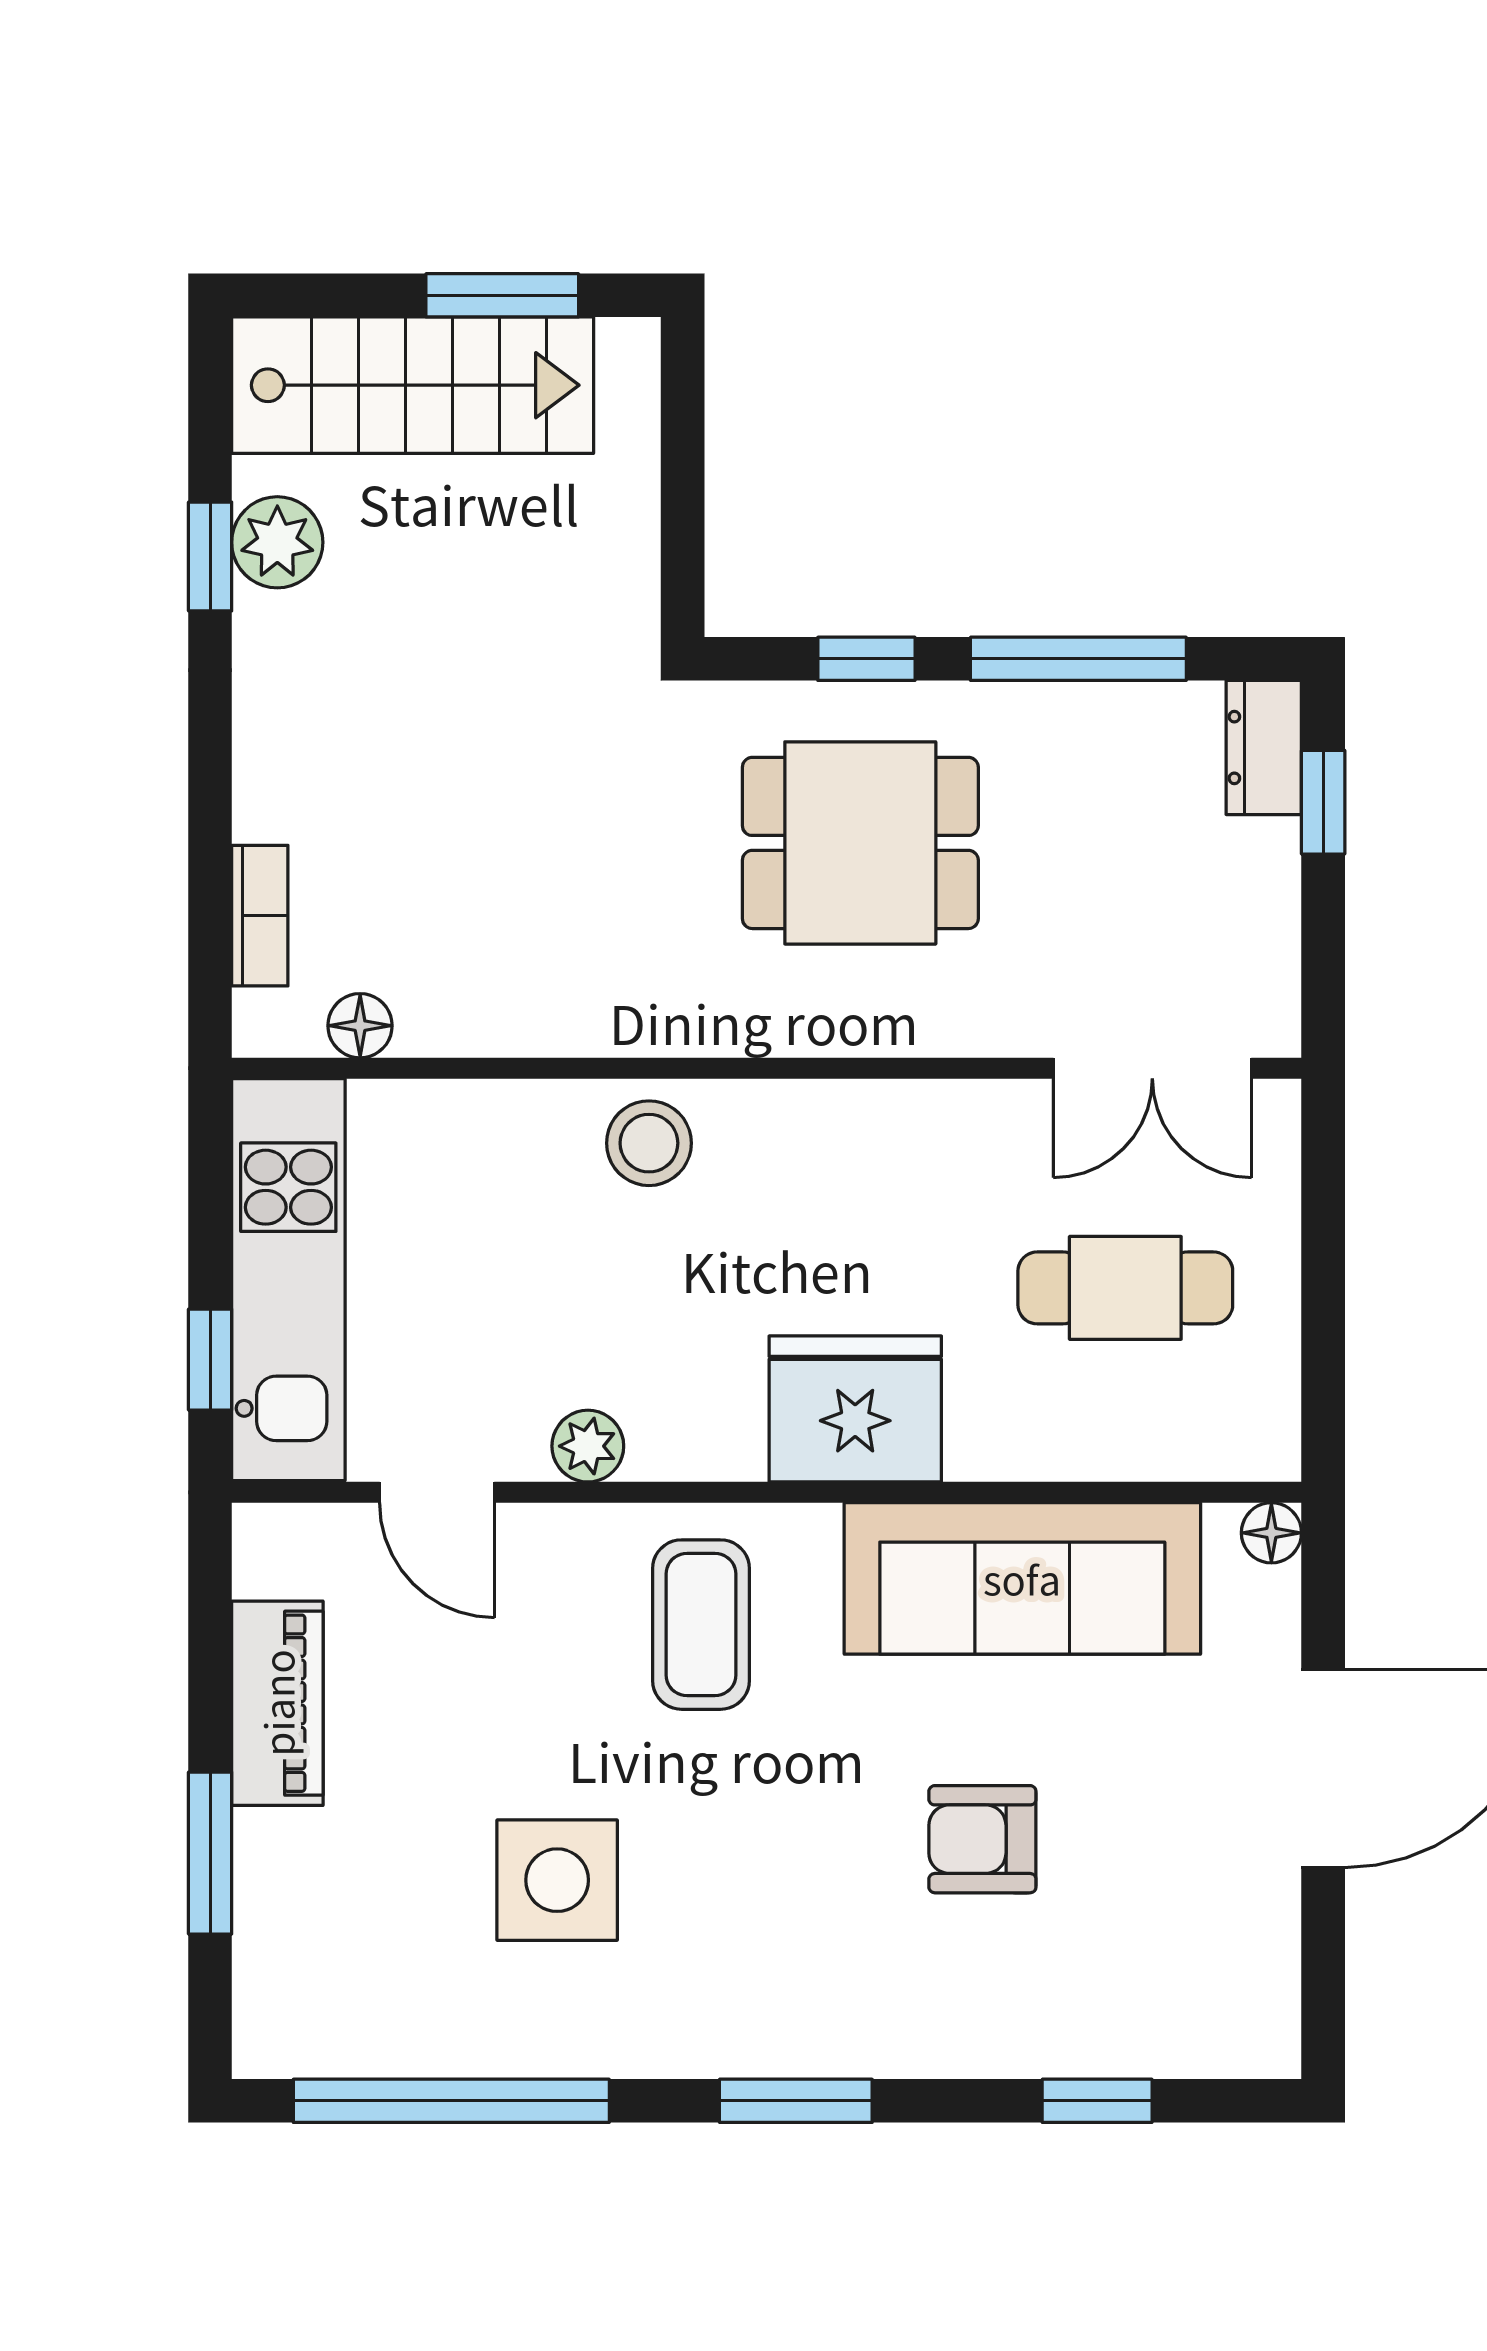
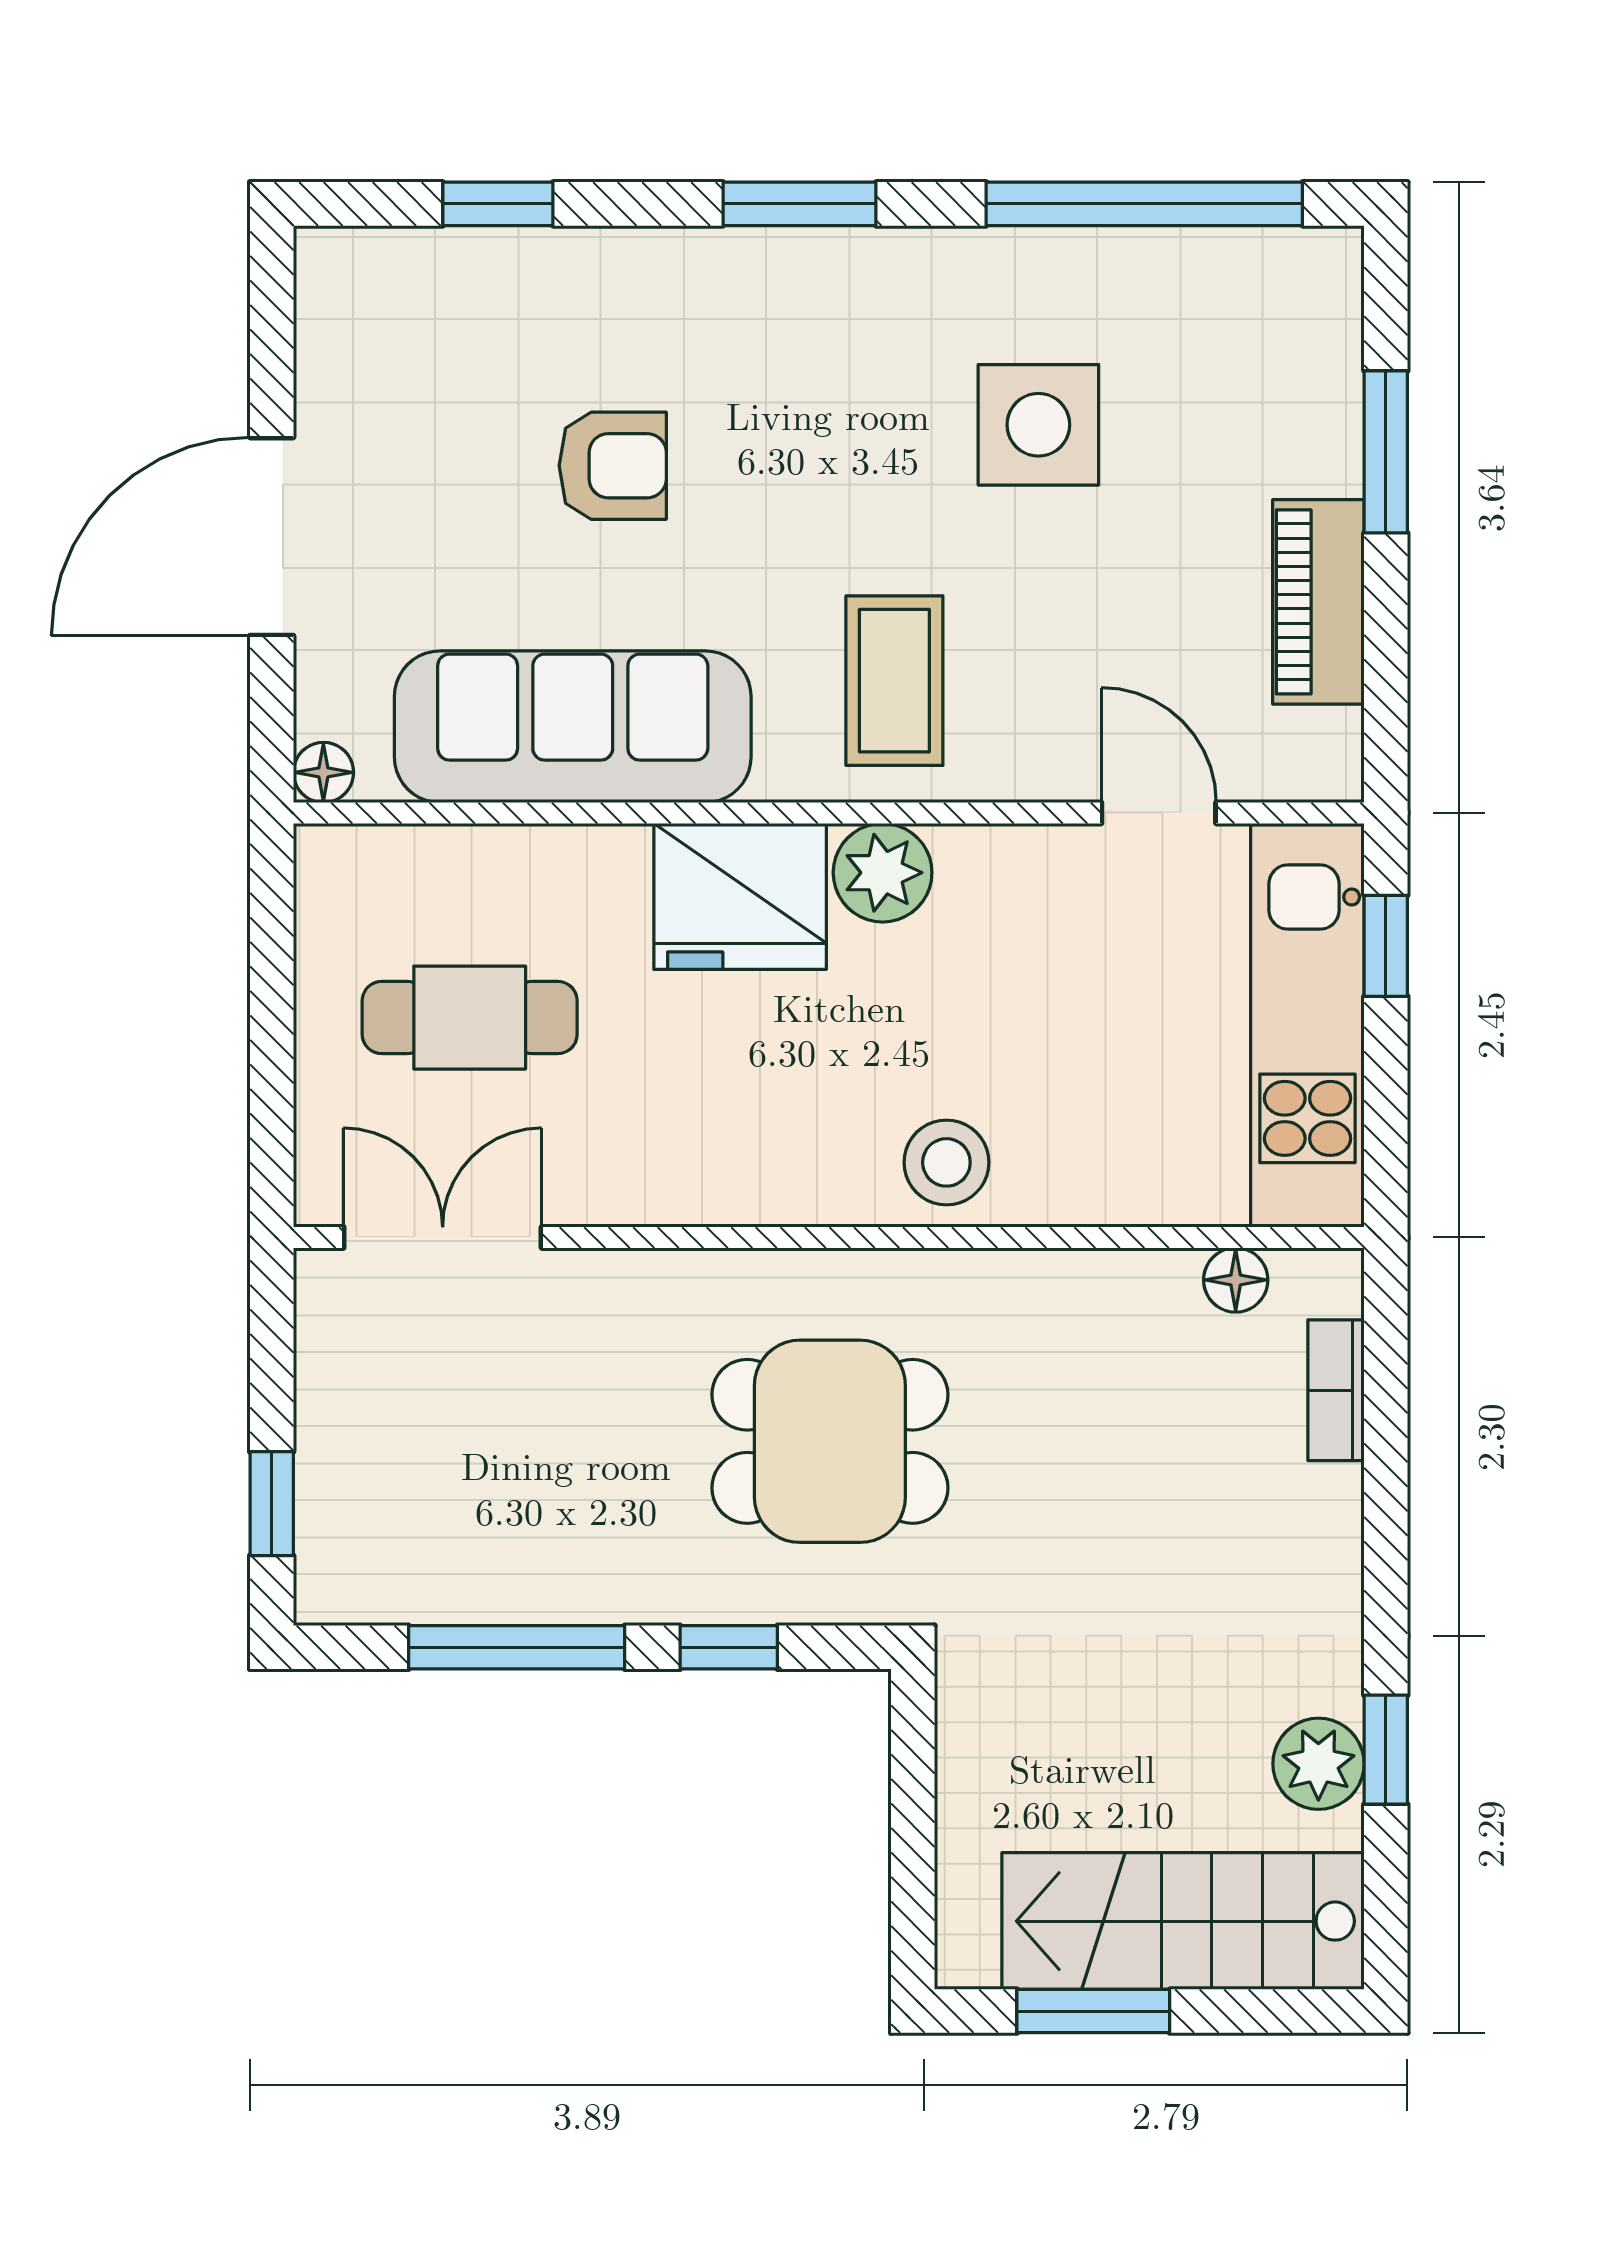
dresser: (1264, 747) -> (331, 1558), removed
dining table: (860, 843) -> (830, 1441), moved
plant: (588, 1446) -> (883, 873), moved, width x1.38, depth x1.38

